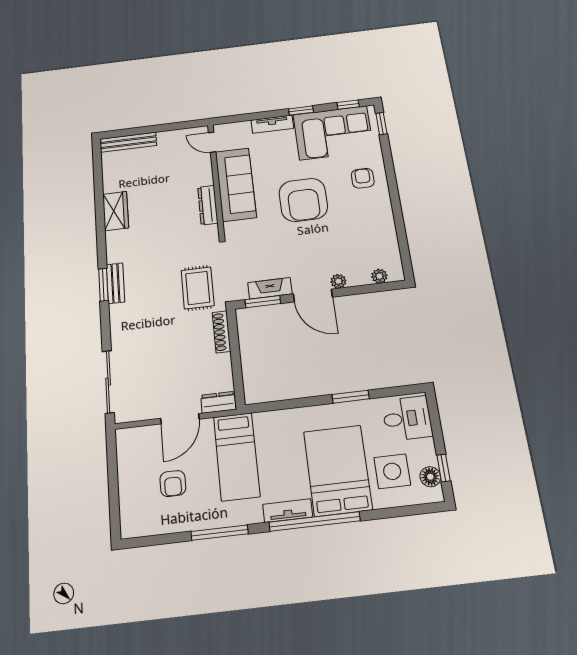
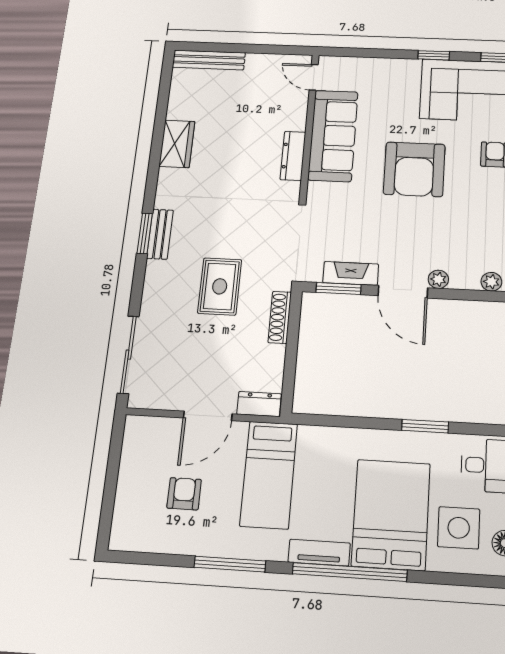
tv unit: (272, 124) -> (394, 67), removed
rug: (198, 288) -> (220, 286), moved
armchair: (173, 484) -> (184, 494), turned 180

